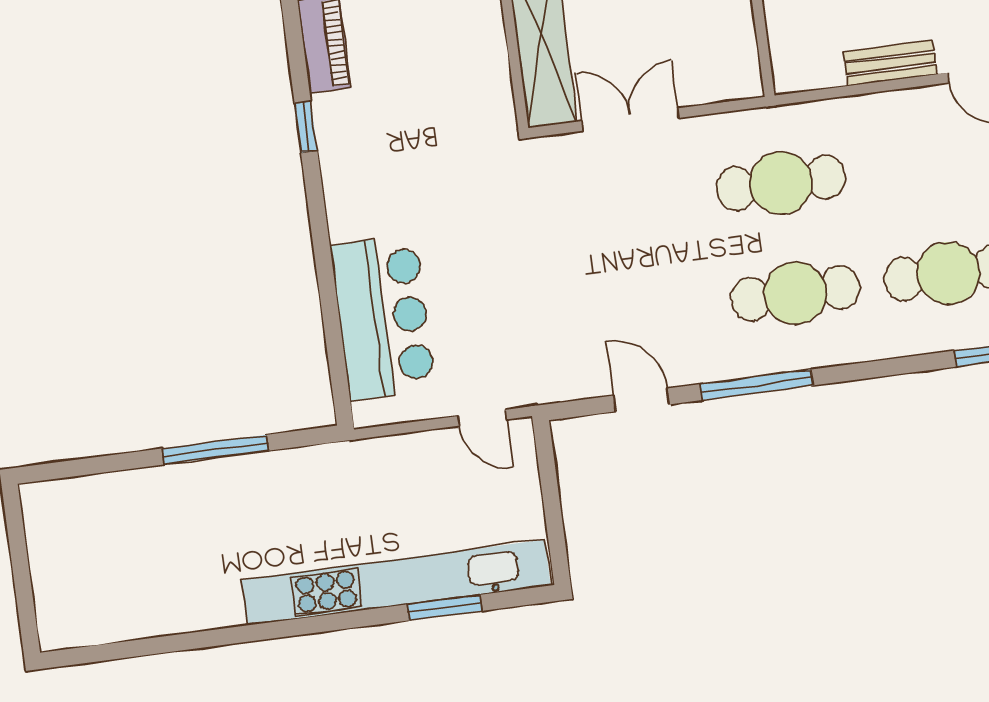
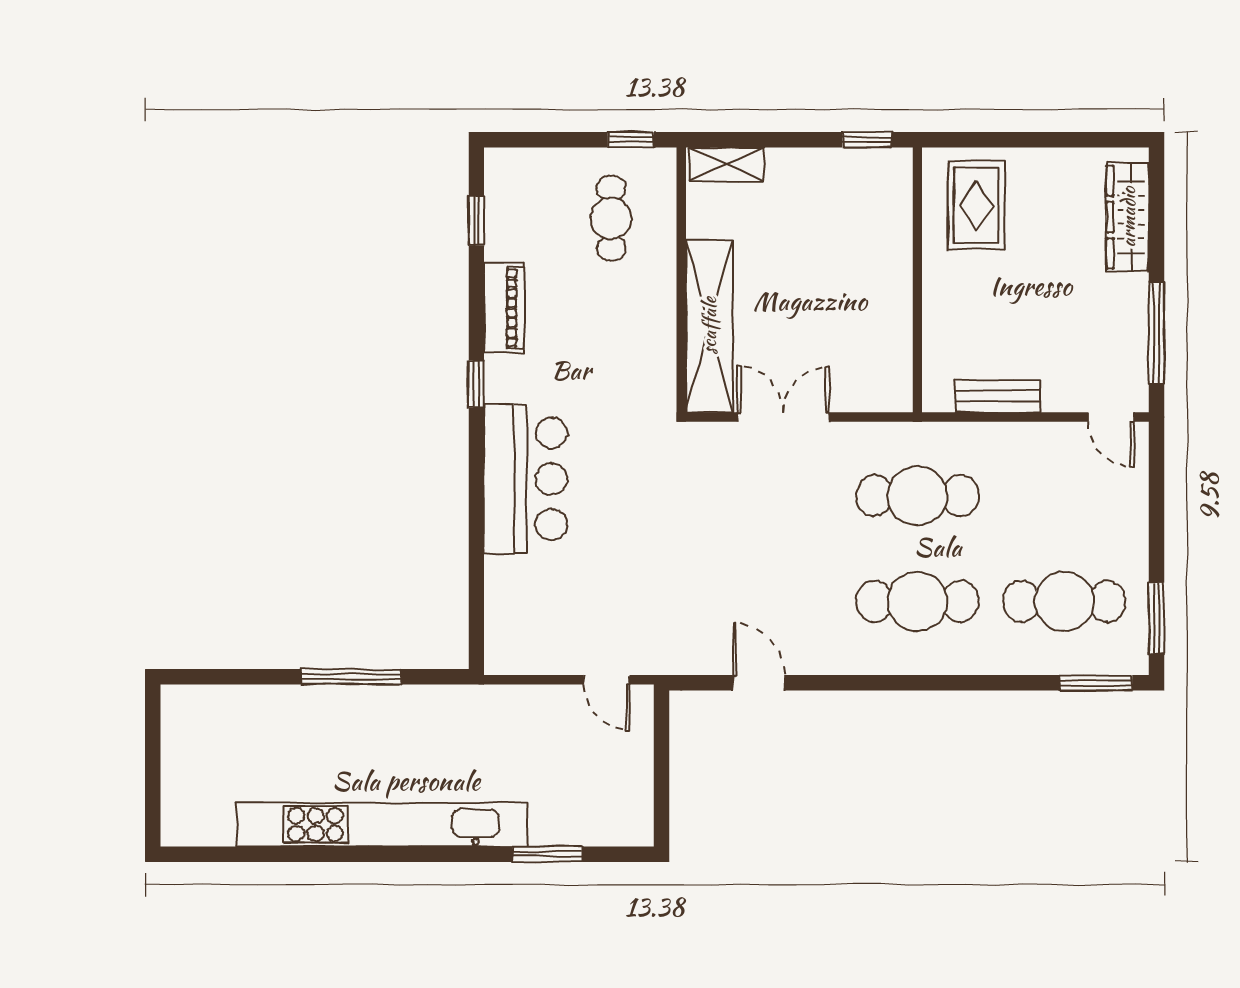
bench: (890, 63) -> (998, 396), moved
bar counter: (383, 318) -> (526, 479), moved
window: (757, 385) -> (869, 683), removed
kitchen unit: (396, 583) -> (382, 825), moved

